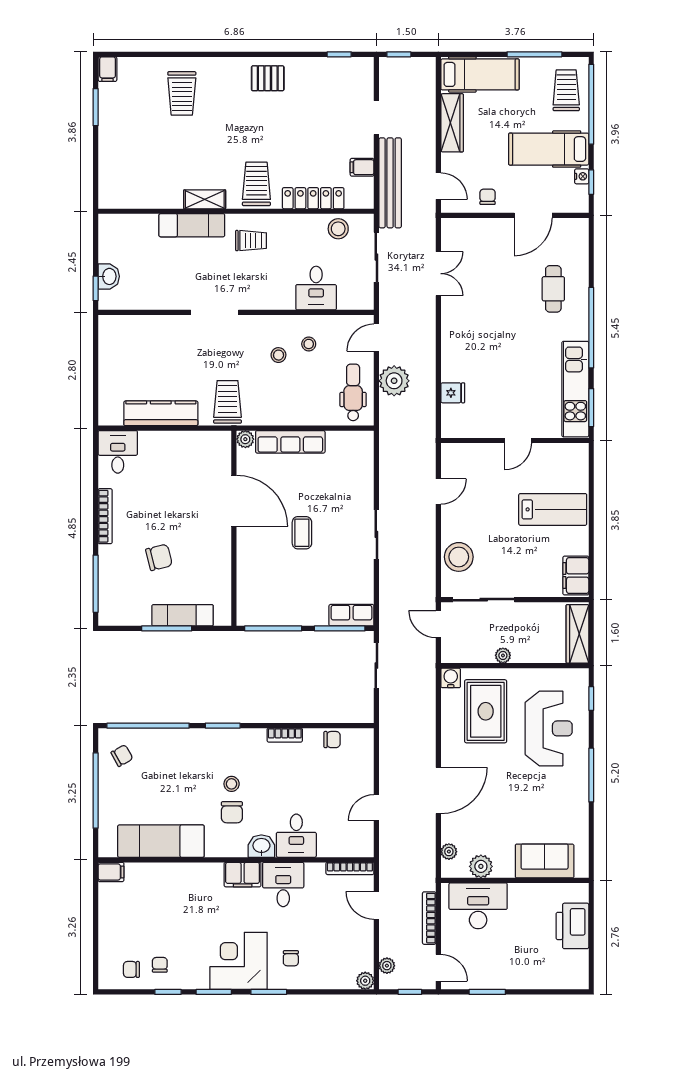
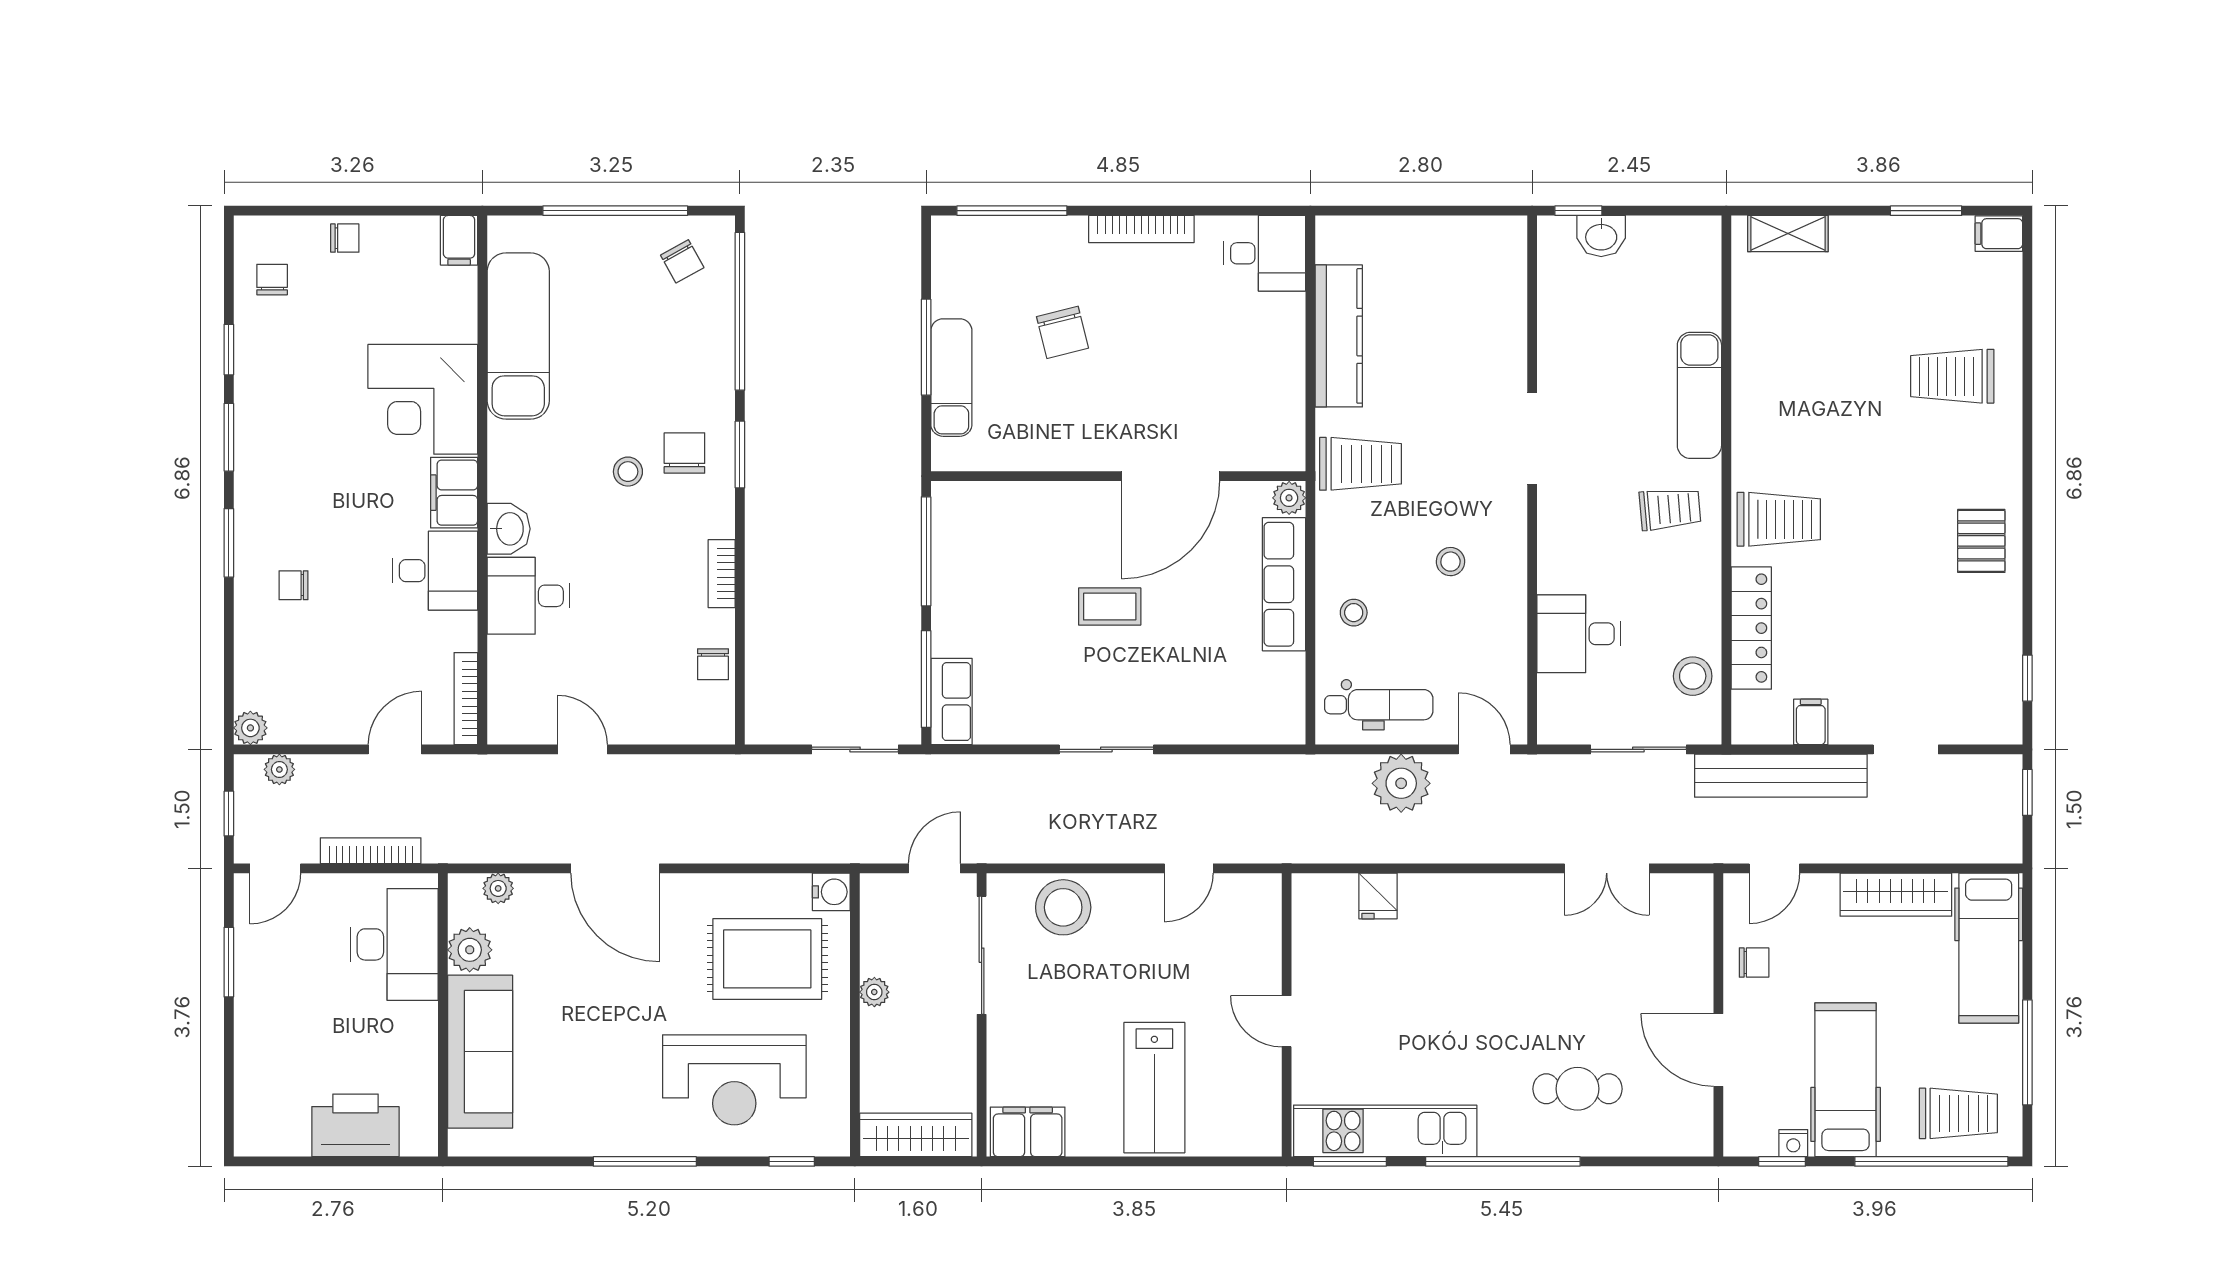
shelving: (205, 199) -> (1788, 234), moved, turned 90
trolley: (251, 241) -> (1670, 509), turned -95
stool: (309, 344) -> (1354, 613), moved
door: (438, 491) -> (1189, 868), hinge flipped
chair: (232, 812) -> (684, 453), moved, turned 90
sofa: (545, 861) -> (480, 1052), width x1.36
corner desk: (239, 961) -> (423, 399), moved, turned 180
chair: (160, 965) -> (345, 238), moved

